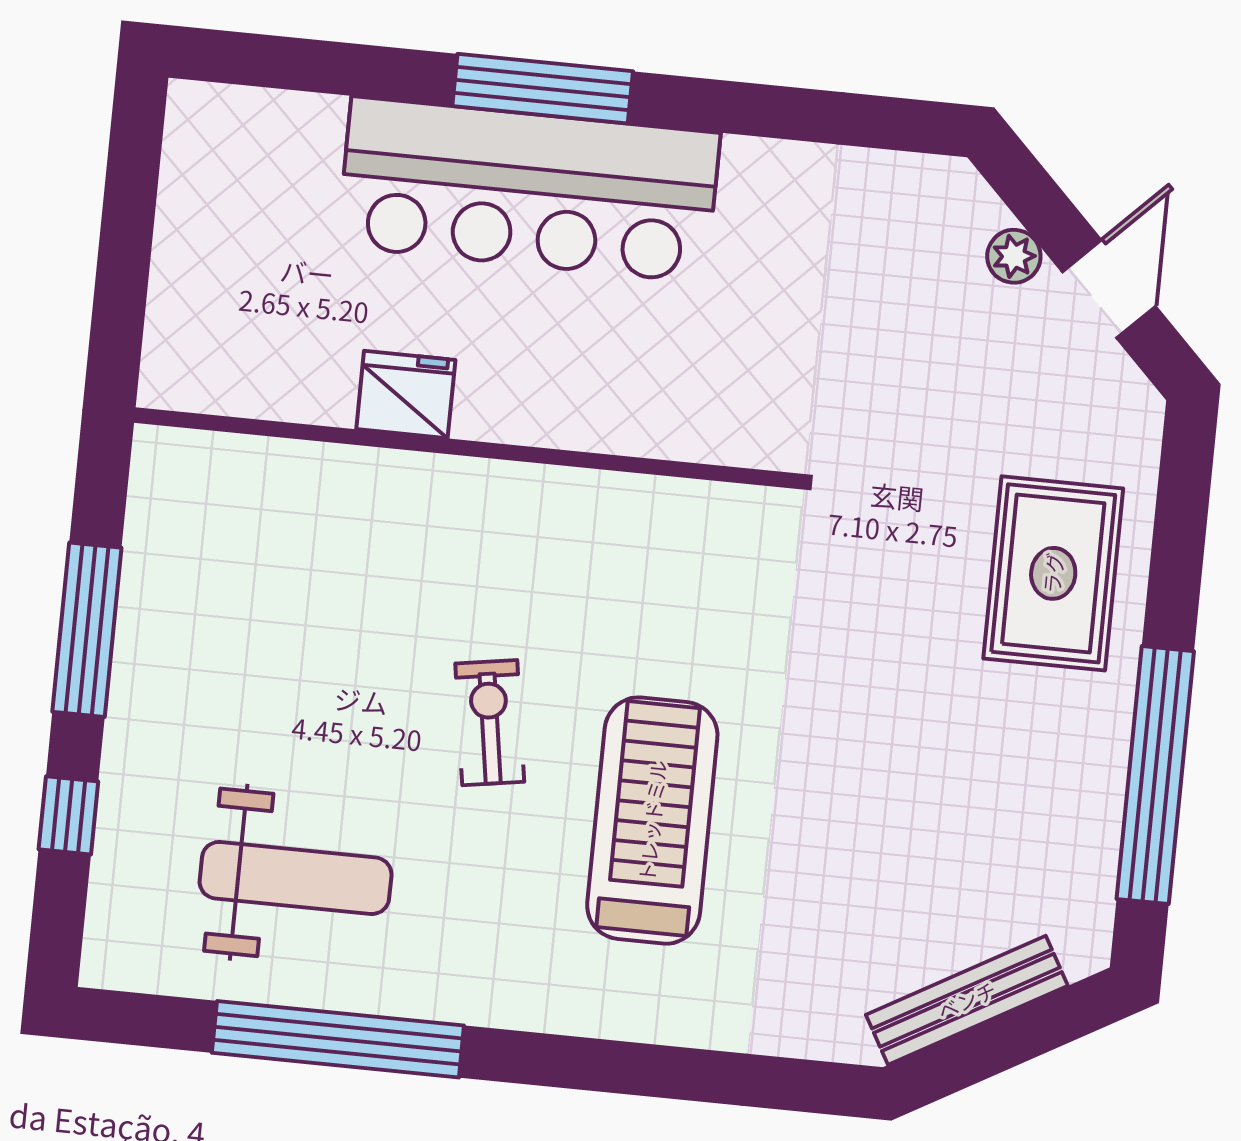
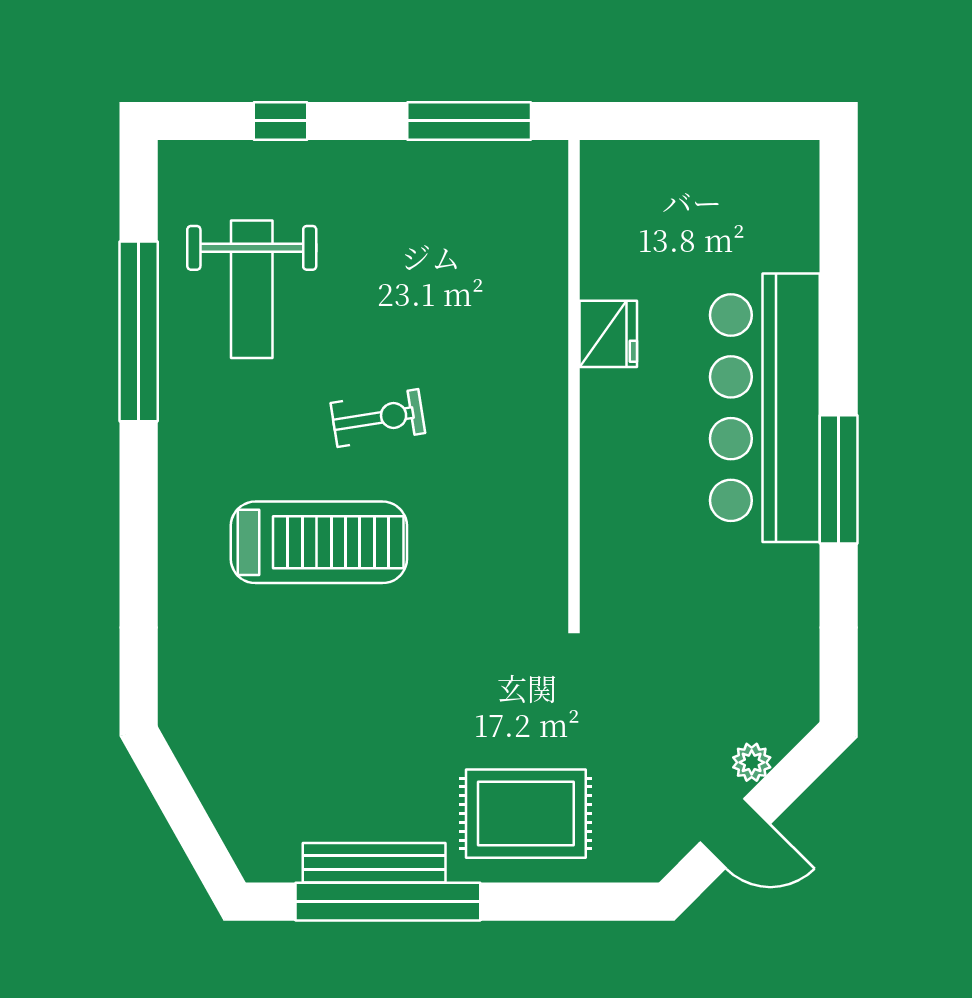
window: (543, 89) -> (839, 479), moved
window: (87, 630) -> (469, 121), moved
bench: (967, 1000) -> (374, 863), moved, turned -61

